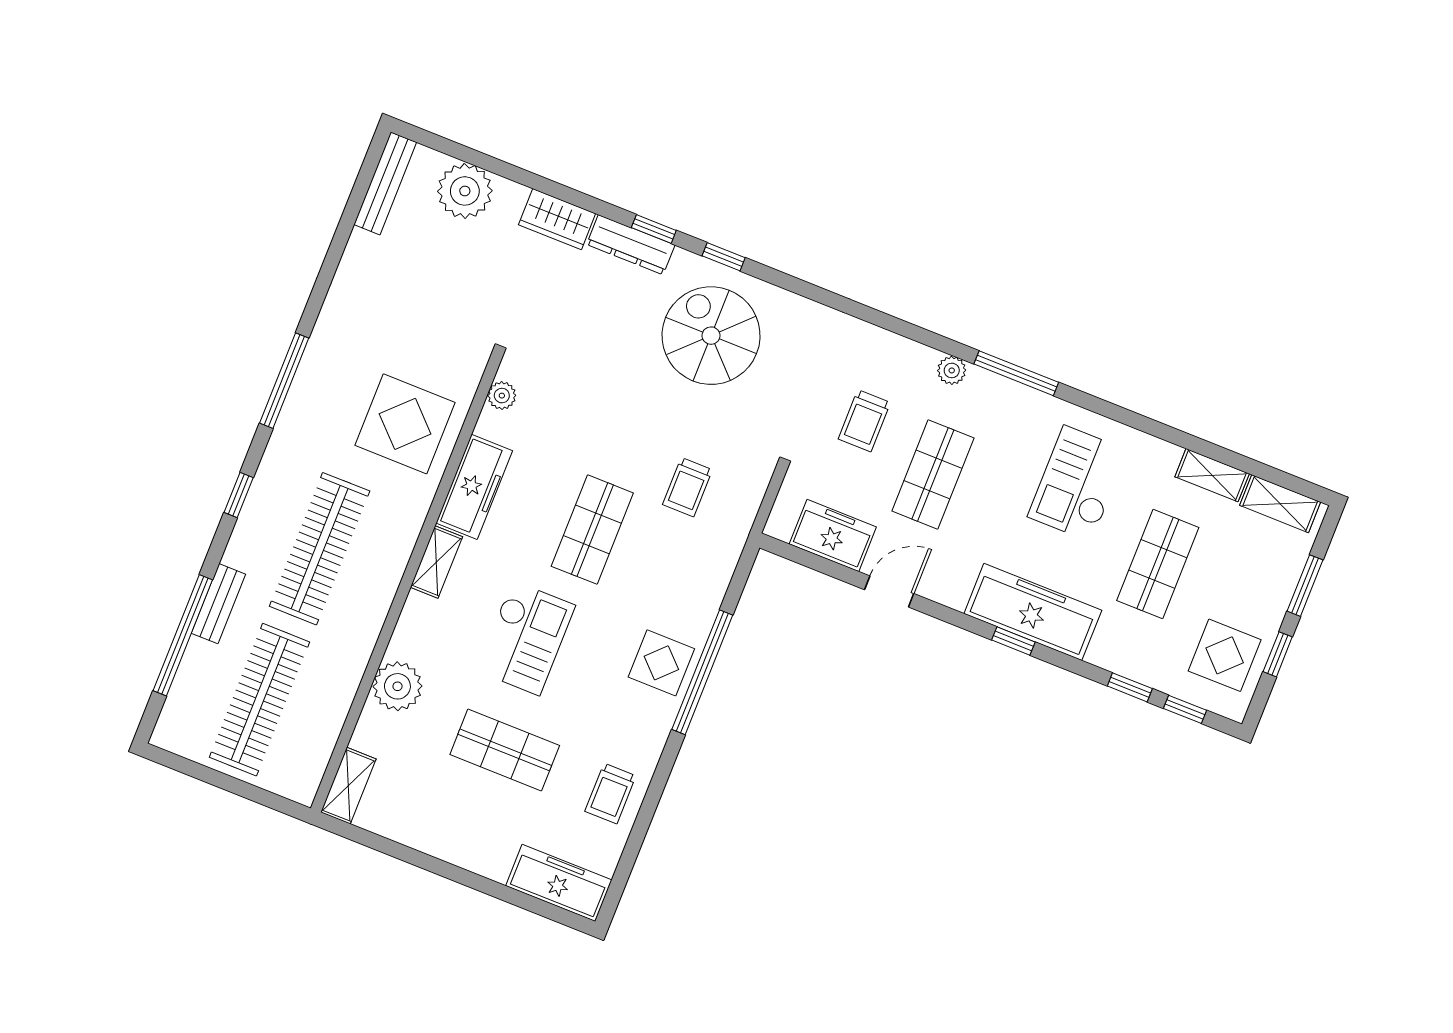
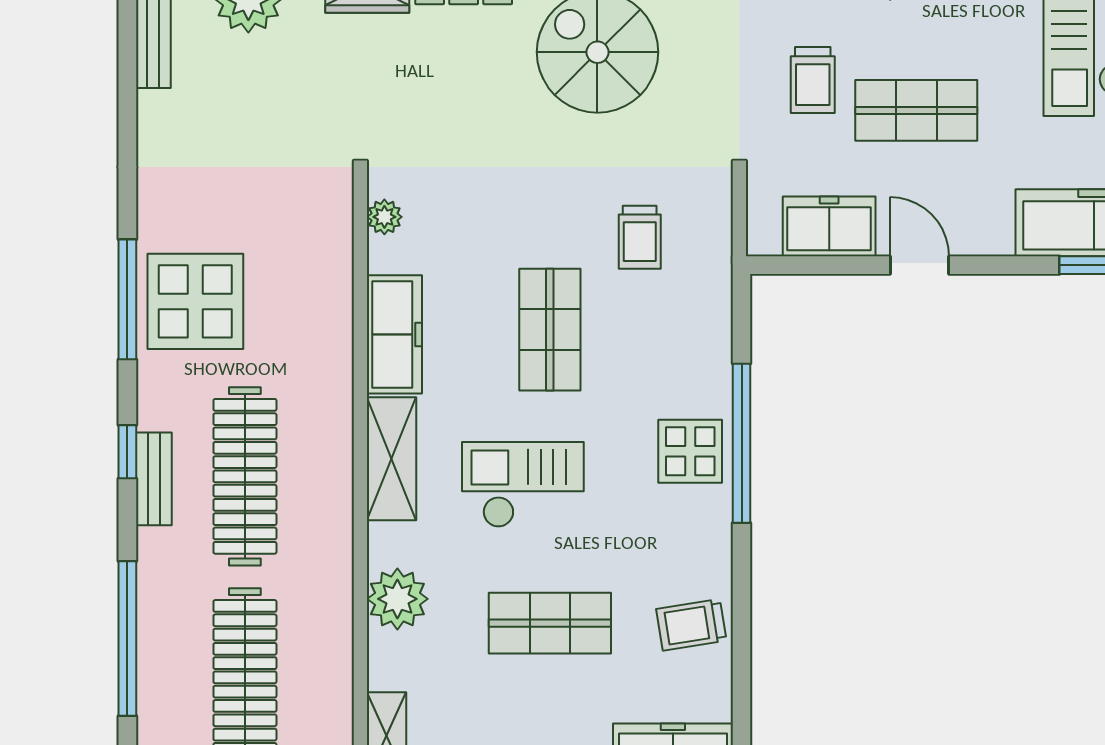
display table: (405, 424) -> (195, 301), moved
shop shelf: (933, 475) -> (916, 110), turned 90
shelving: (436, 562) -> (392, 459), width x1.50, depth x1.33
door: (889, 592) -> (919, 265), hinge flipped
bench: (218, 604) -> (154, 479), moved
checkout: (526, 638) -> (523, 485), turned -90
trolley: (610, 793) -> (691, 625), turned 81

